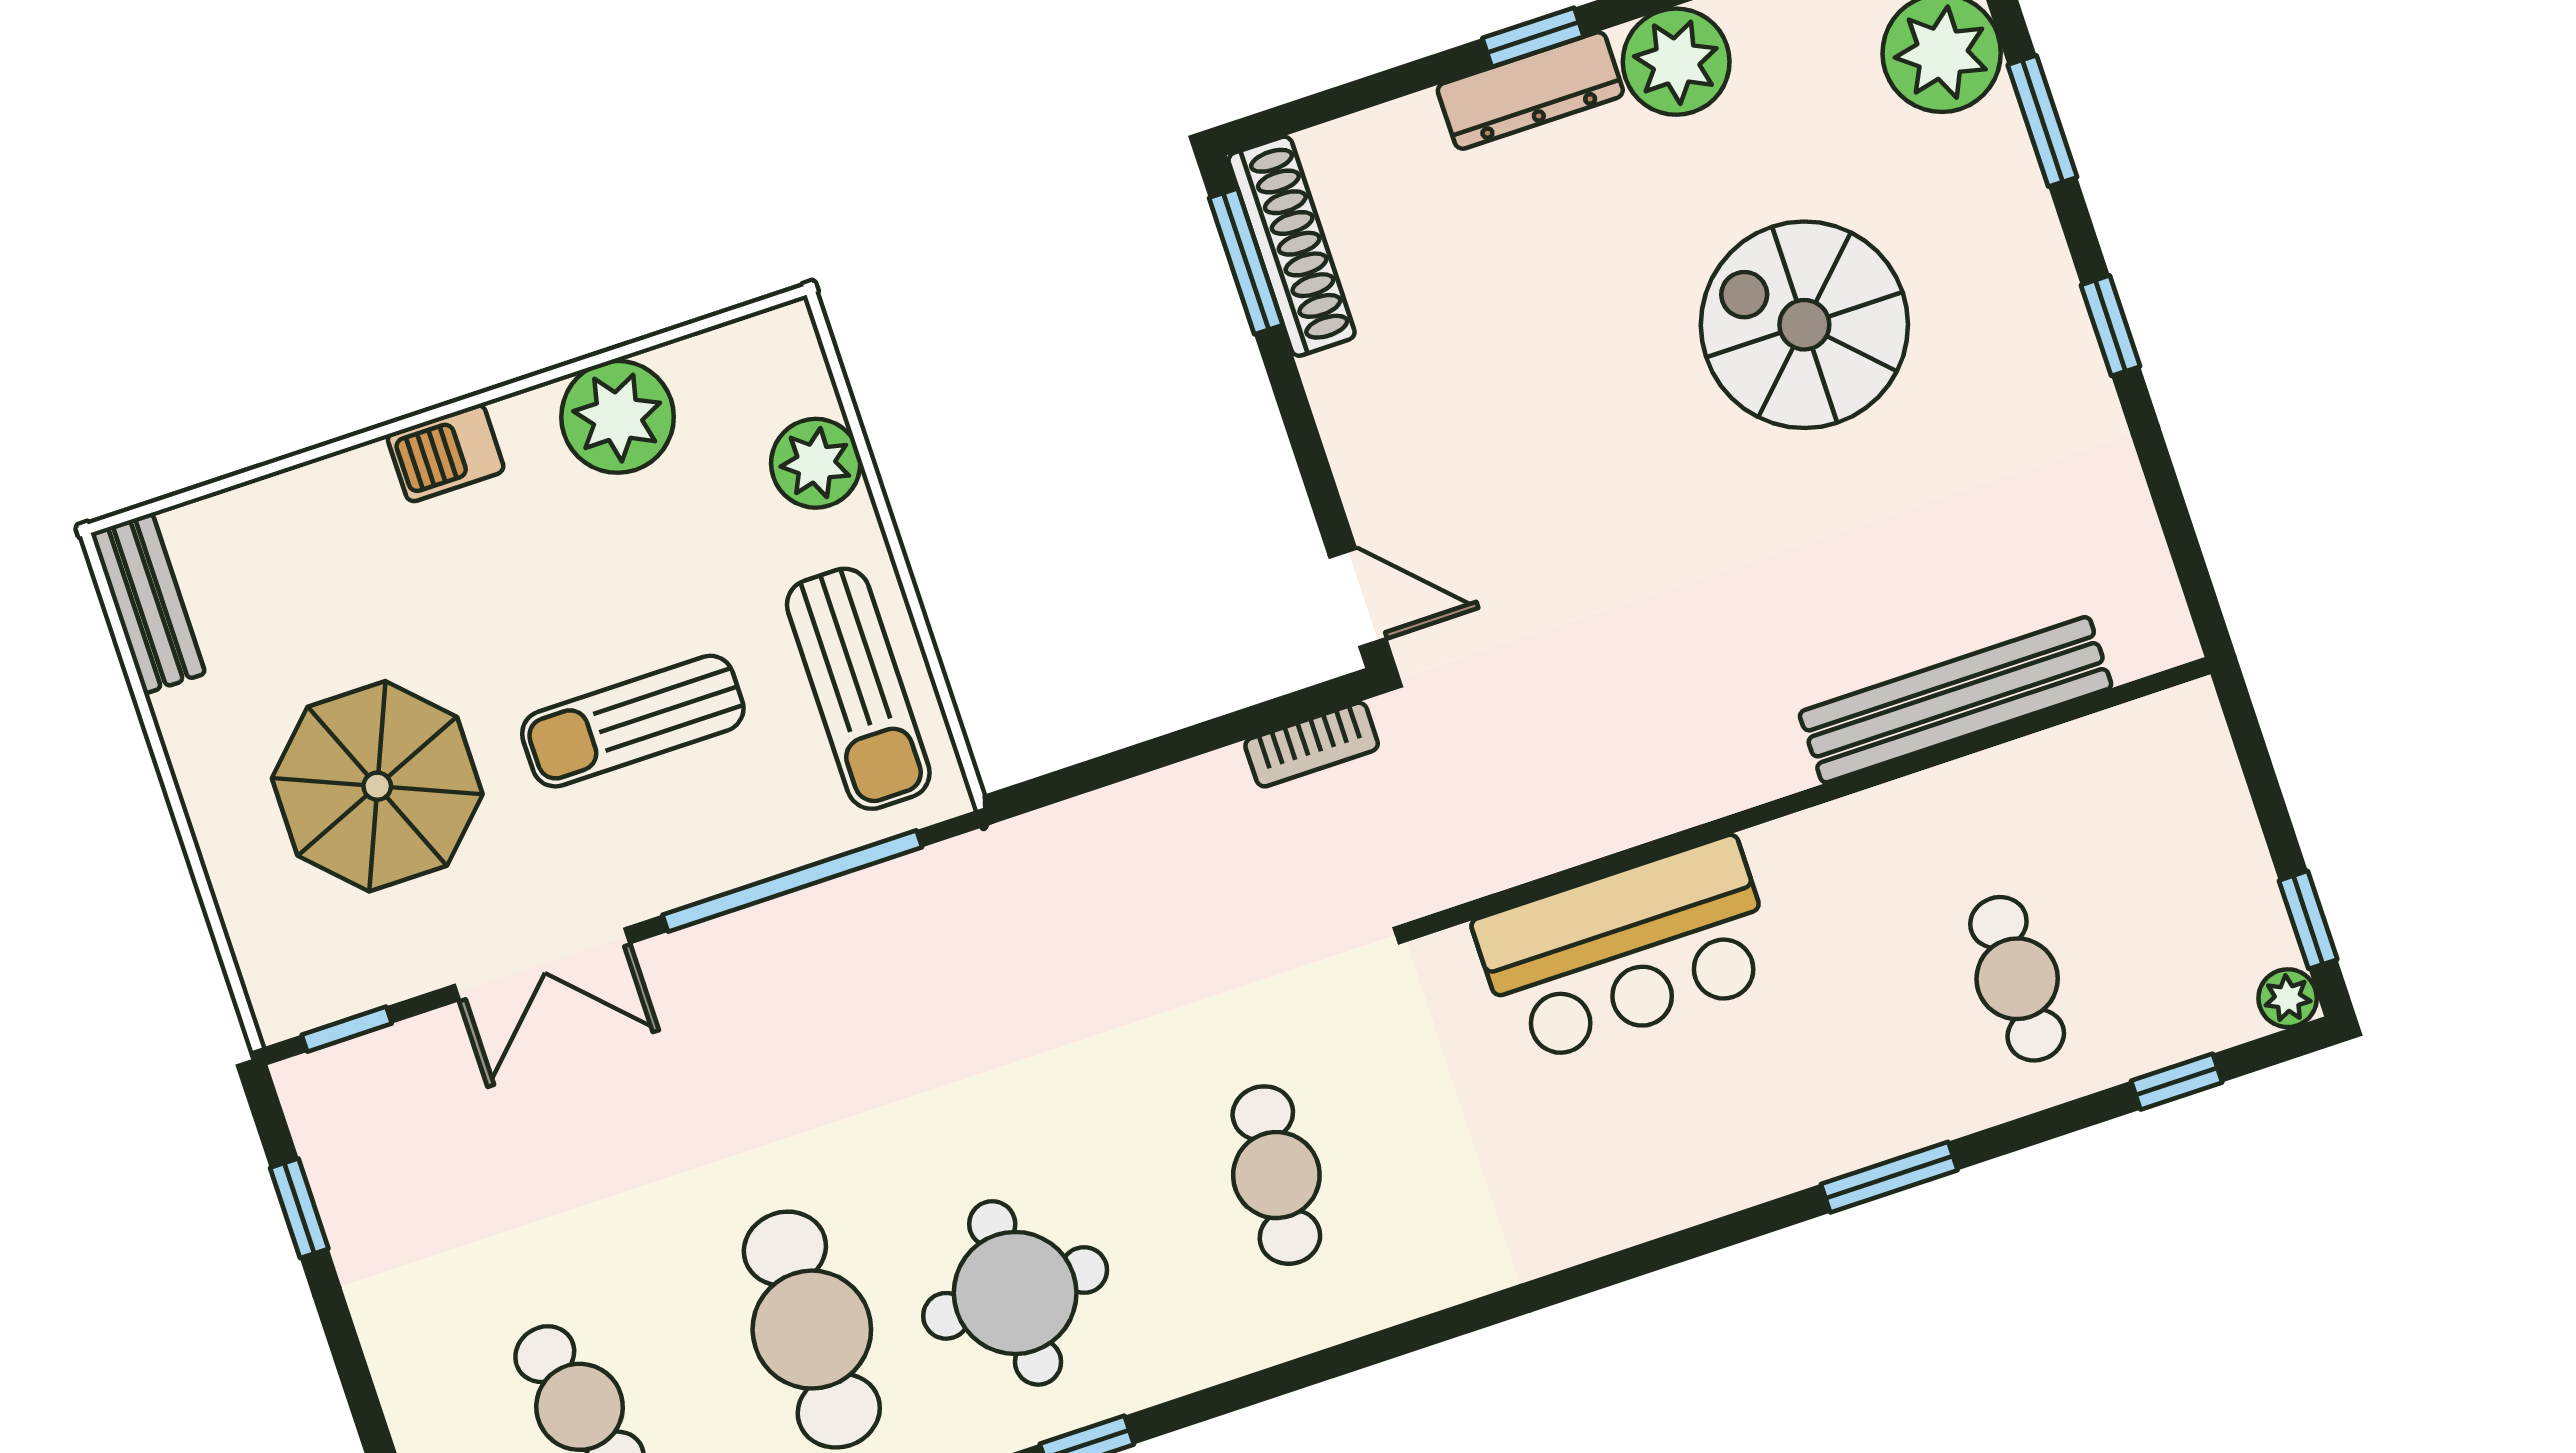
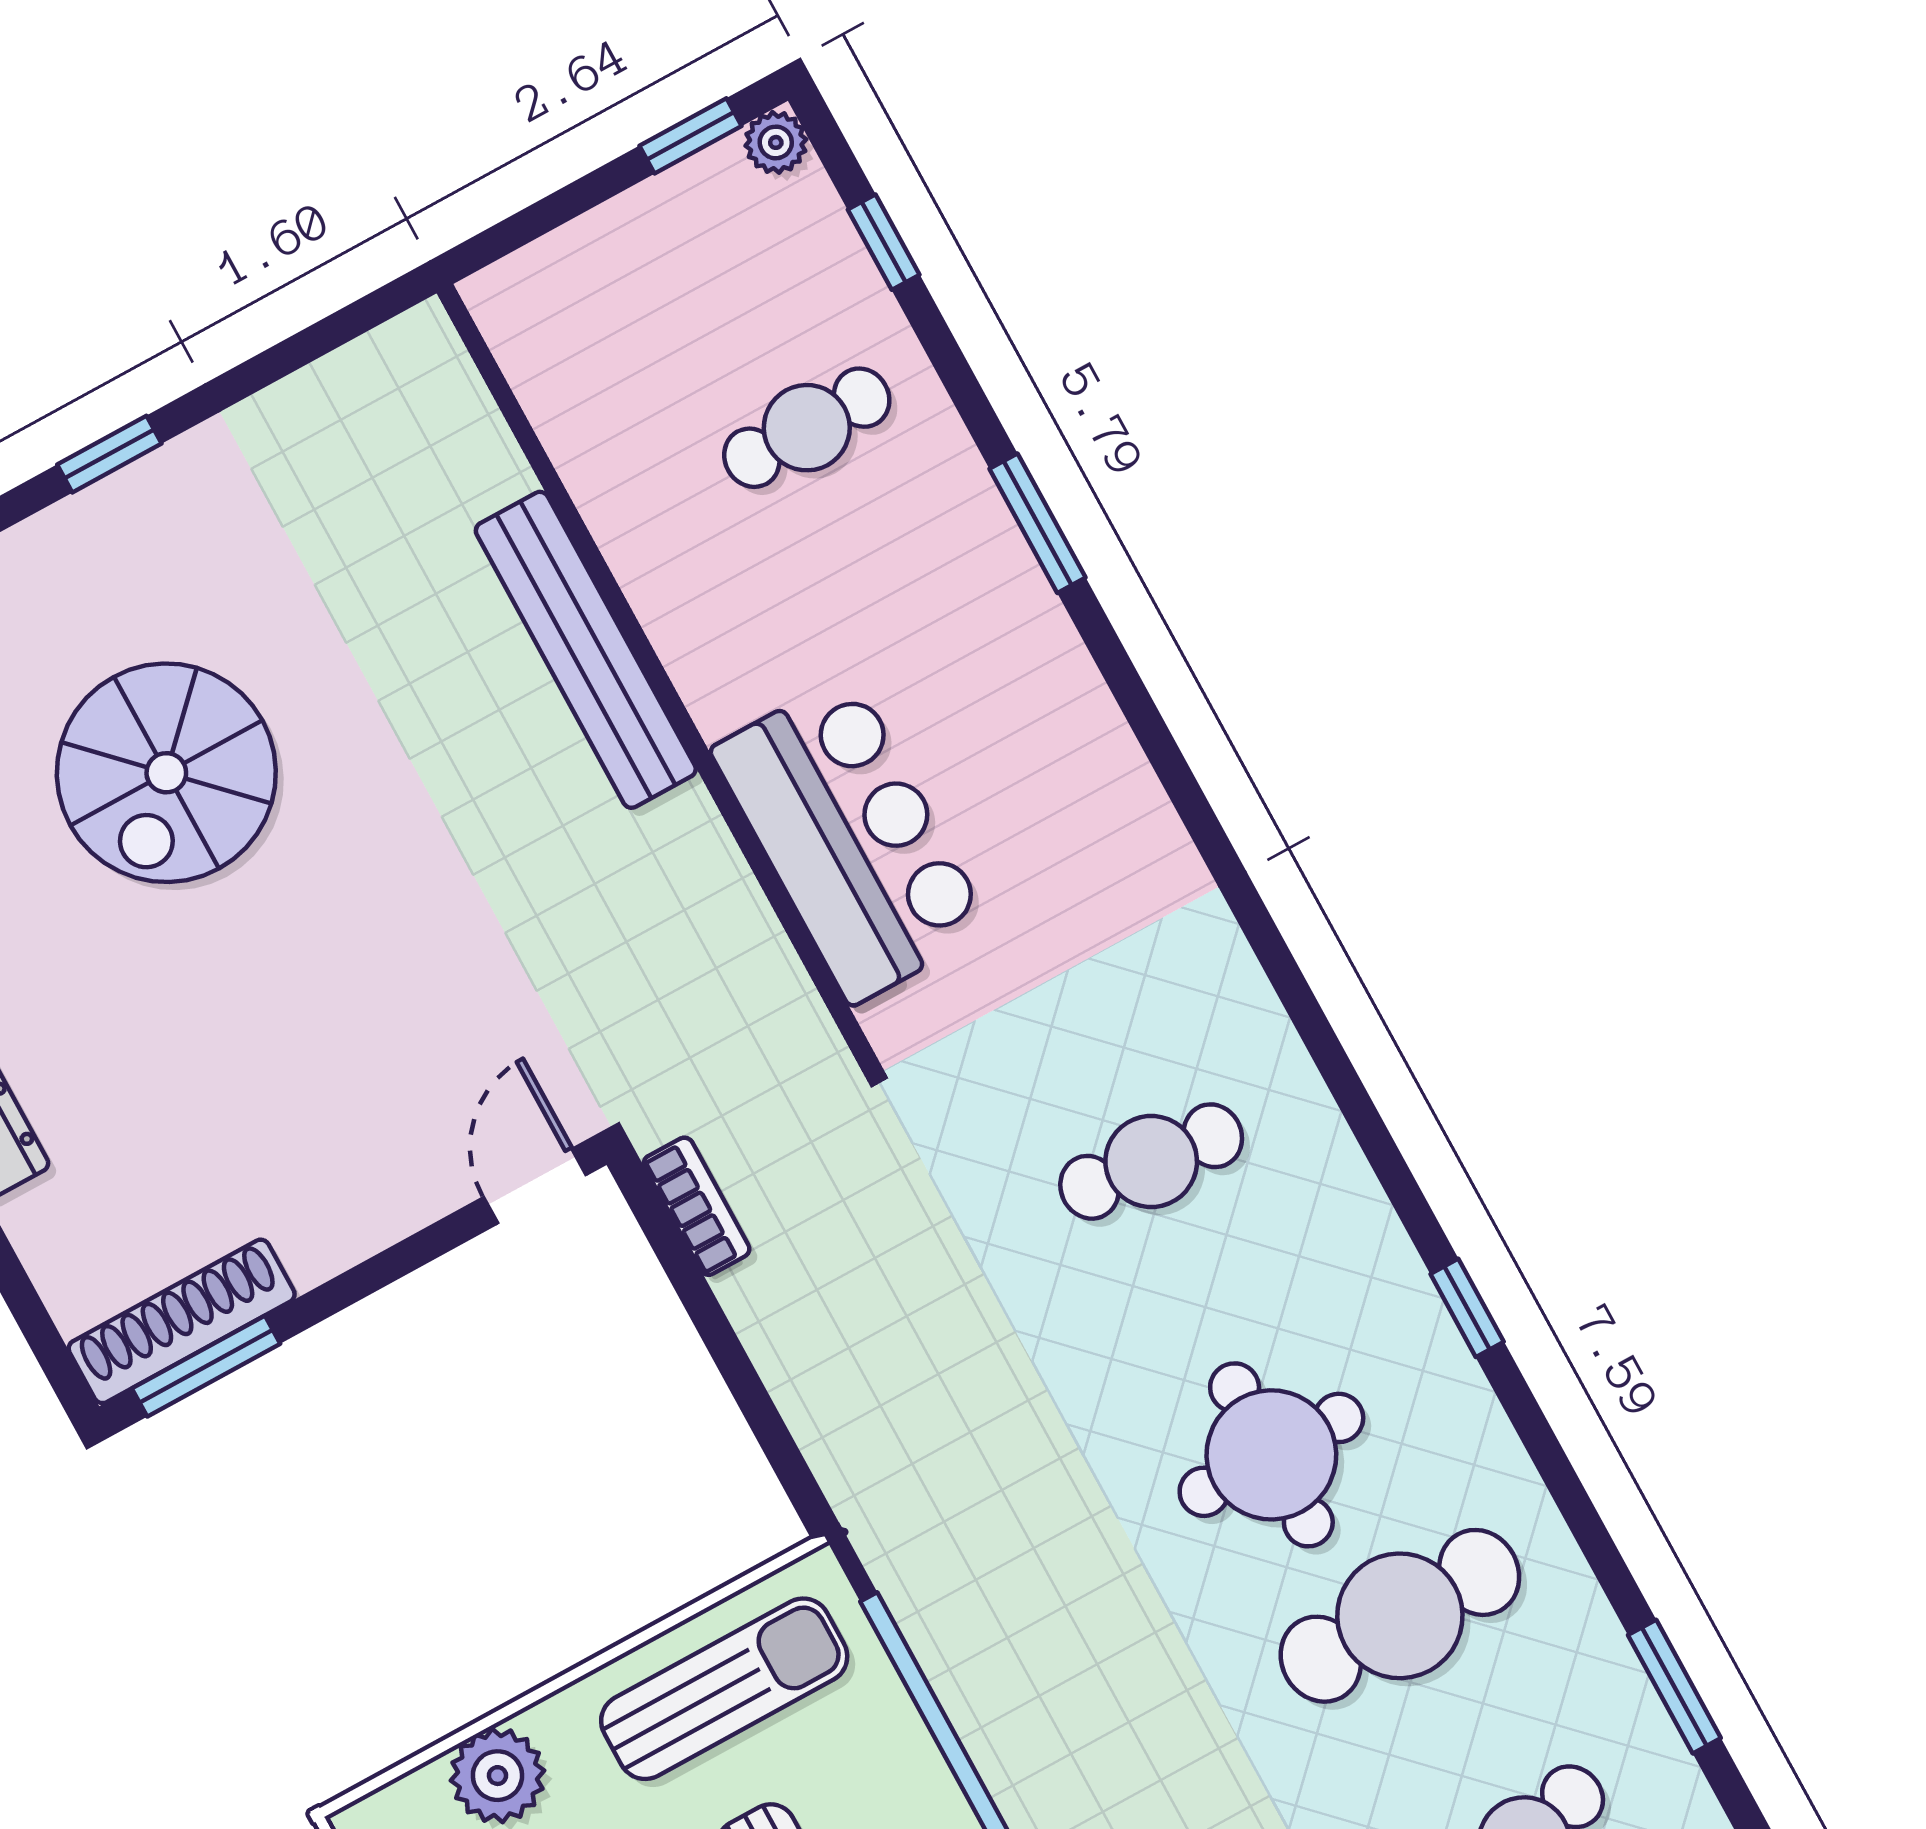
bench: (1956, 700) -> (586, 650), moved
round table: (1015, 1293) -> (1271, 1455), moved

